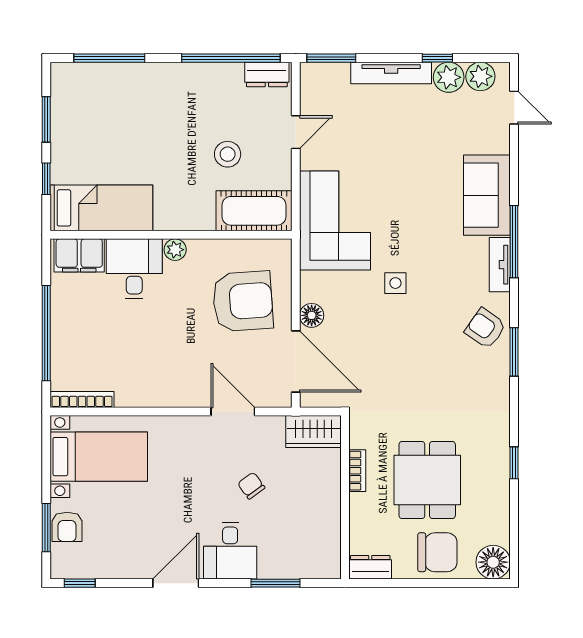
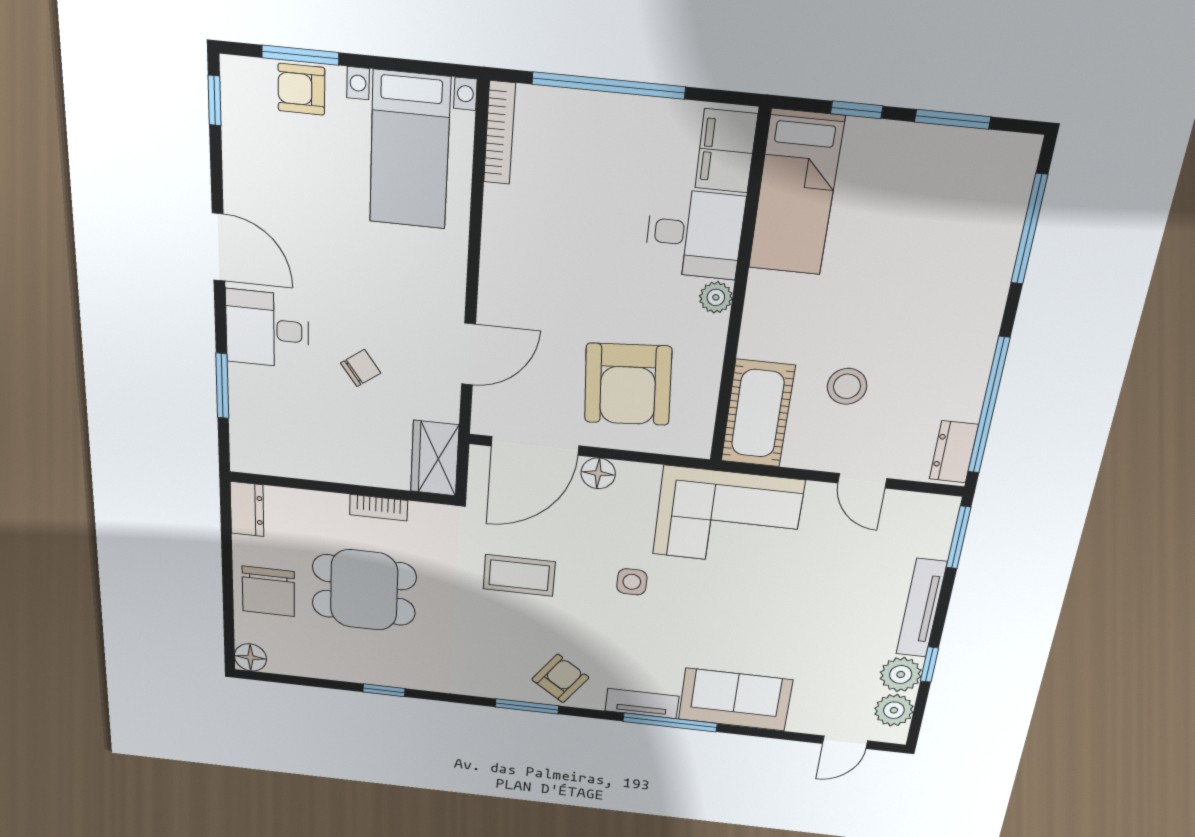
coffee table: (400, 366) -> (519, 575), added
floor lamp: (493, 562) -> (250, 657), width x0.73, depth x0.73

